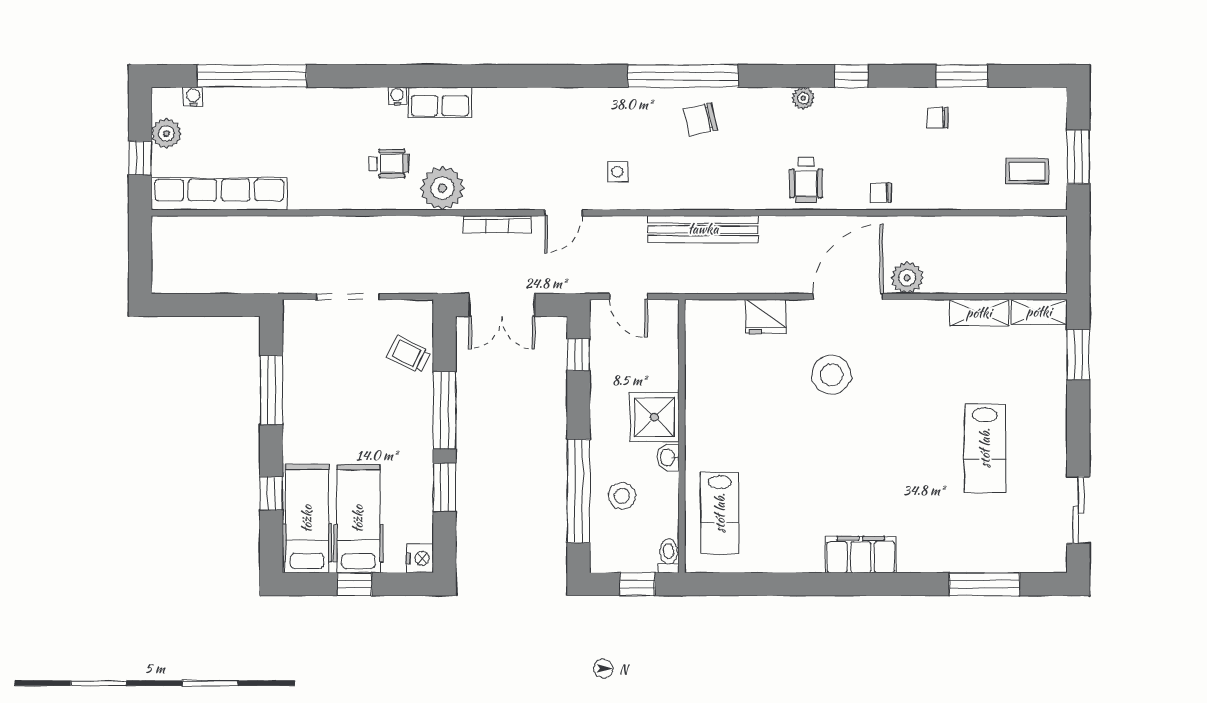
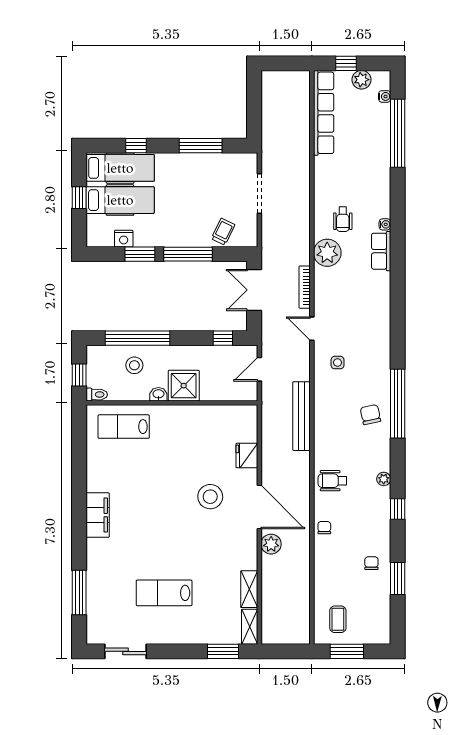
nightstand: (420, 558) -> (124, 239), moved

